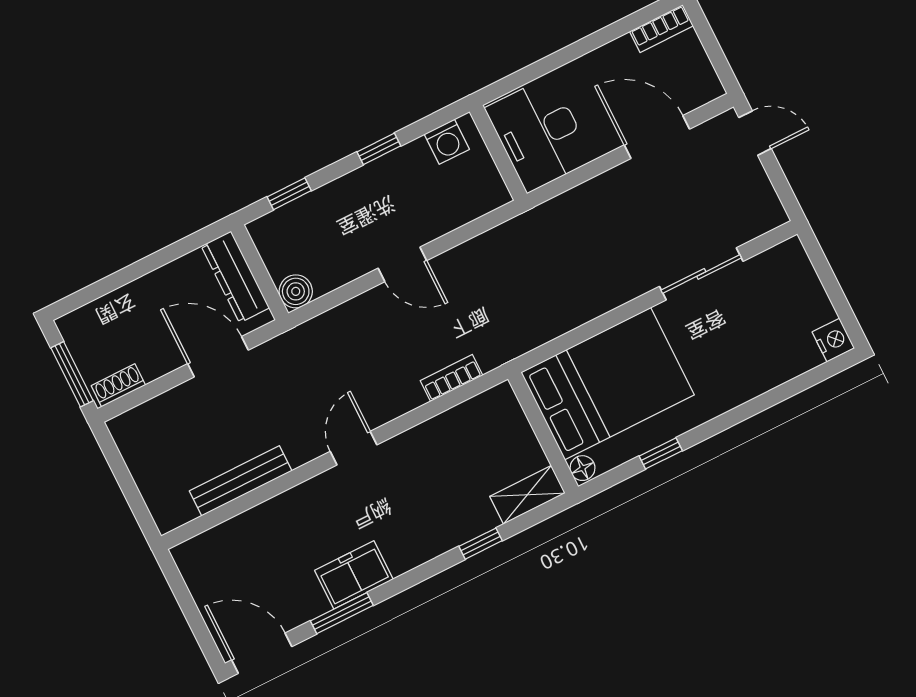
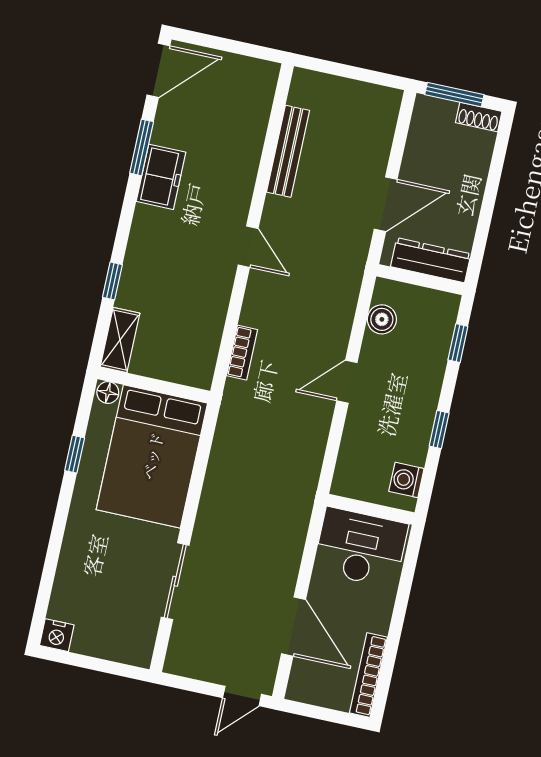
bookcase: (661, 29) -> (368, 675), width x1.56
door: (657, 137) -> (294, 627), hinge flipped
boiler: (296, 291) -> (382, 319), moved
shoe rack: (118, 385) -> (479, 117), moved, turned 90

